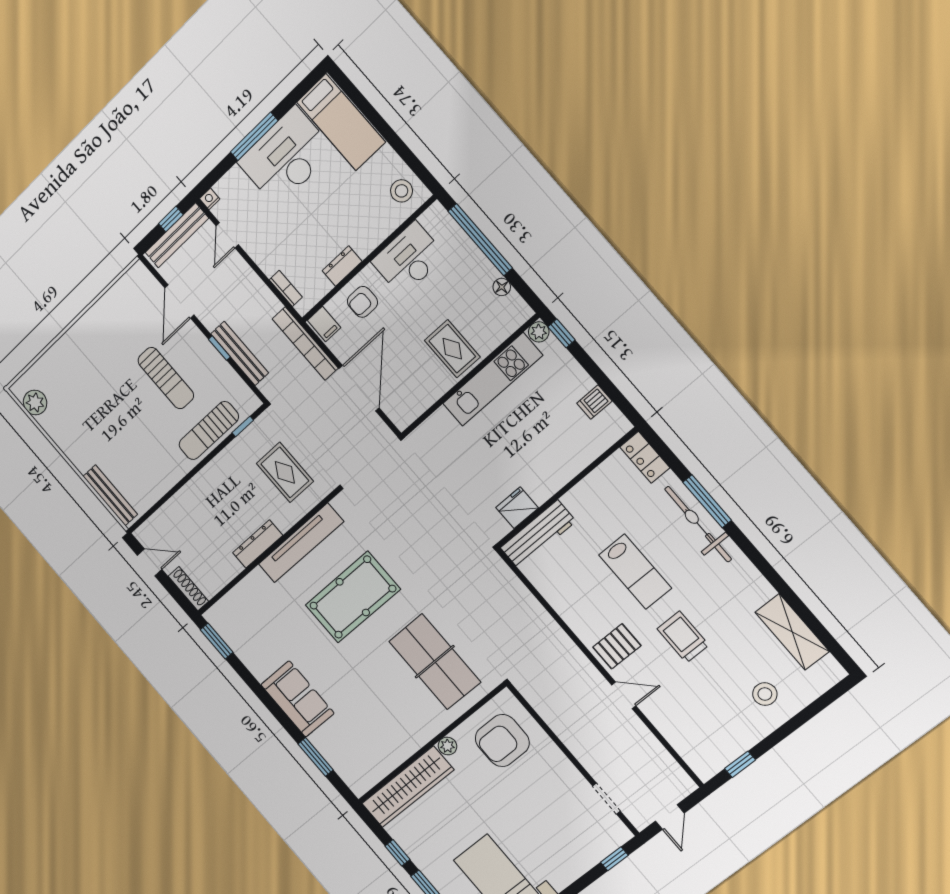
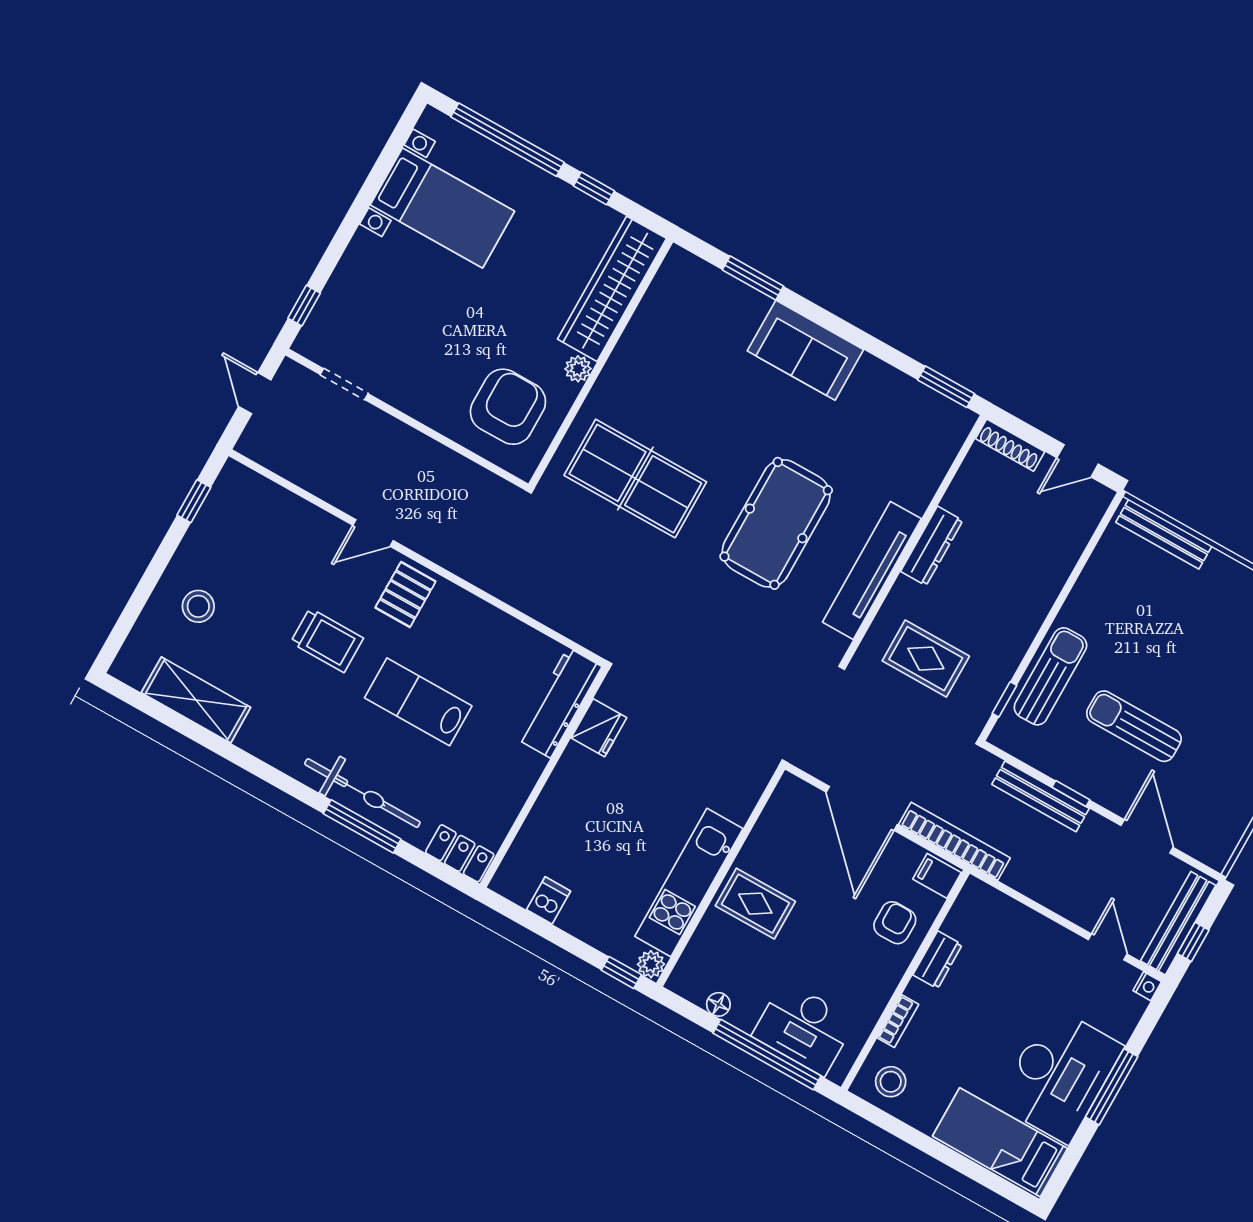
desk: (409, 259) -> (804, 1028), moved, turned 90
bookcase: (286, 288) -> (898, 1021), moved, turned -90

